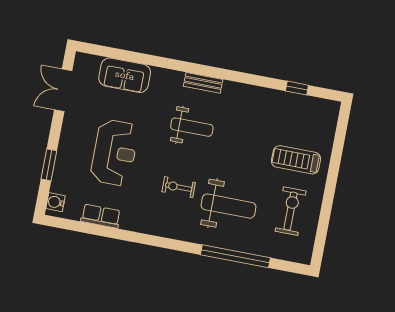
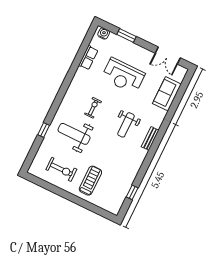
double door: (63, 90) -> (168, 56), swing flipped
weight bench: (229, 206) -> (74, 134), turned 90
window: (235, 256) -> (44, 130), width x0.32

